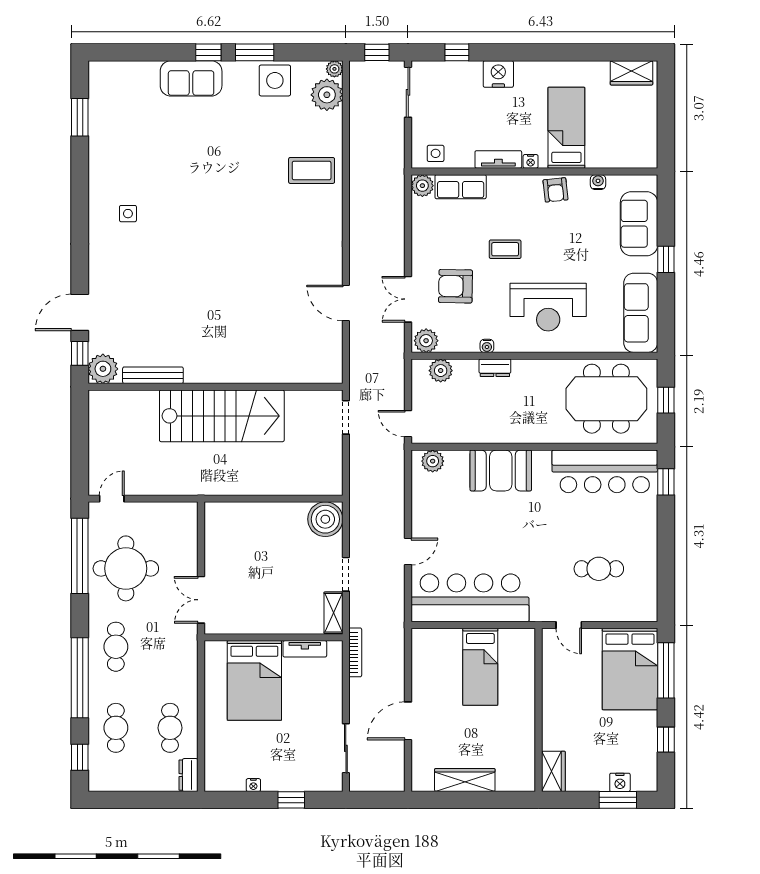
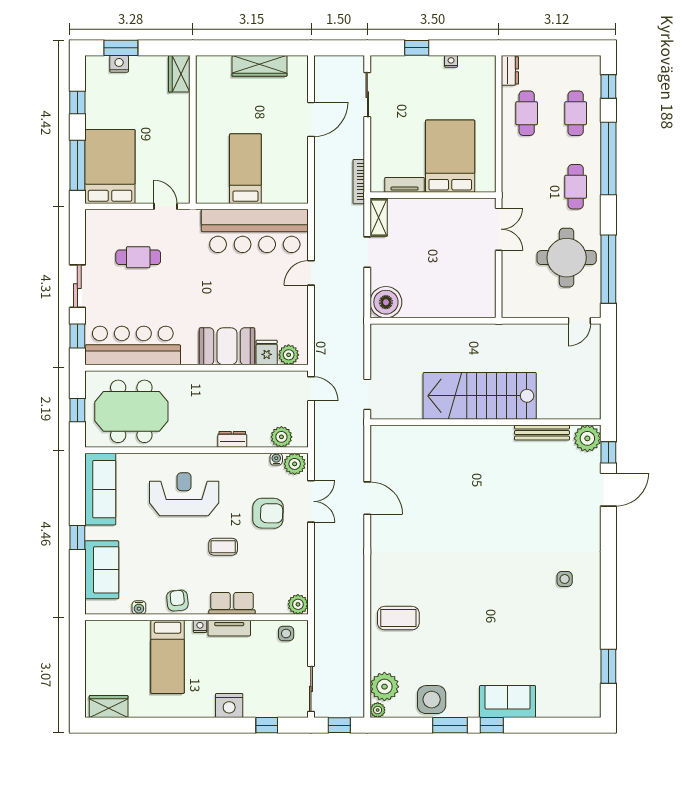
row of seats: (461, 187) -> (232, 603), moved
water cooler: (487, 346) -> (276, 459), moved
fridge: (457, 464) -> (267, 352), added
sliding door: (666, 537) -> (77, 286), added

